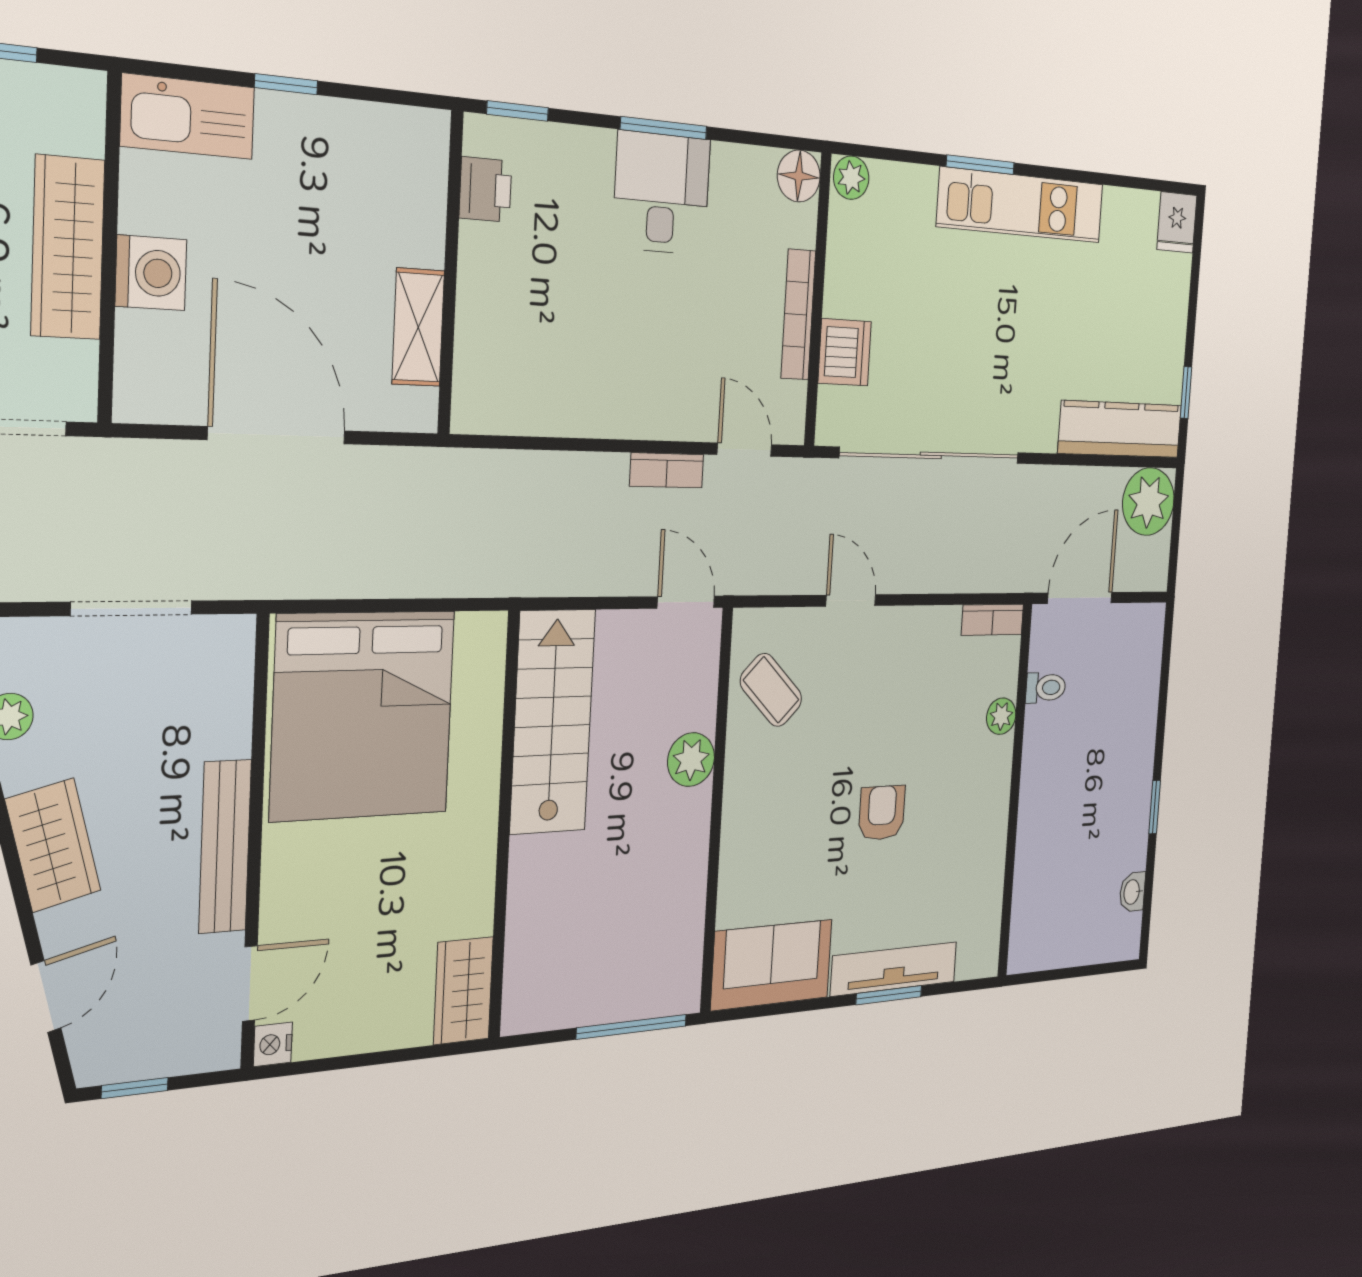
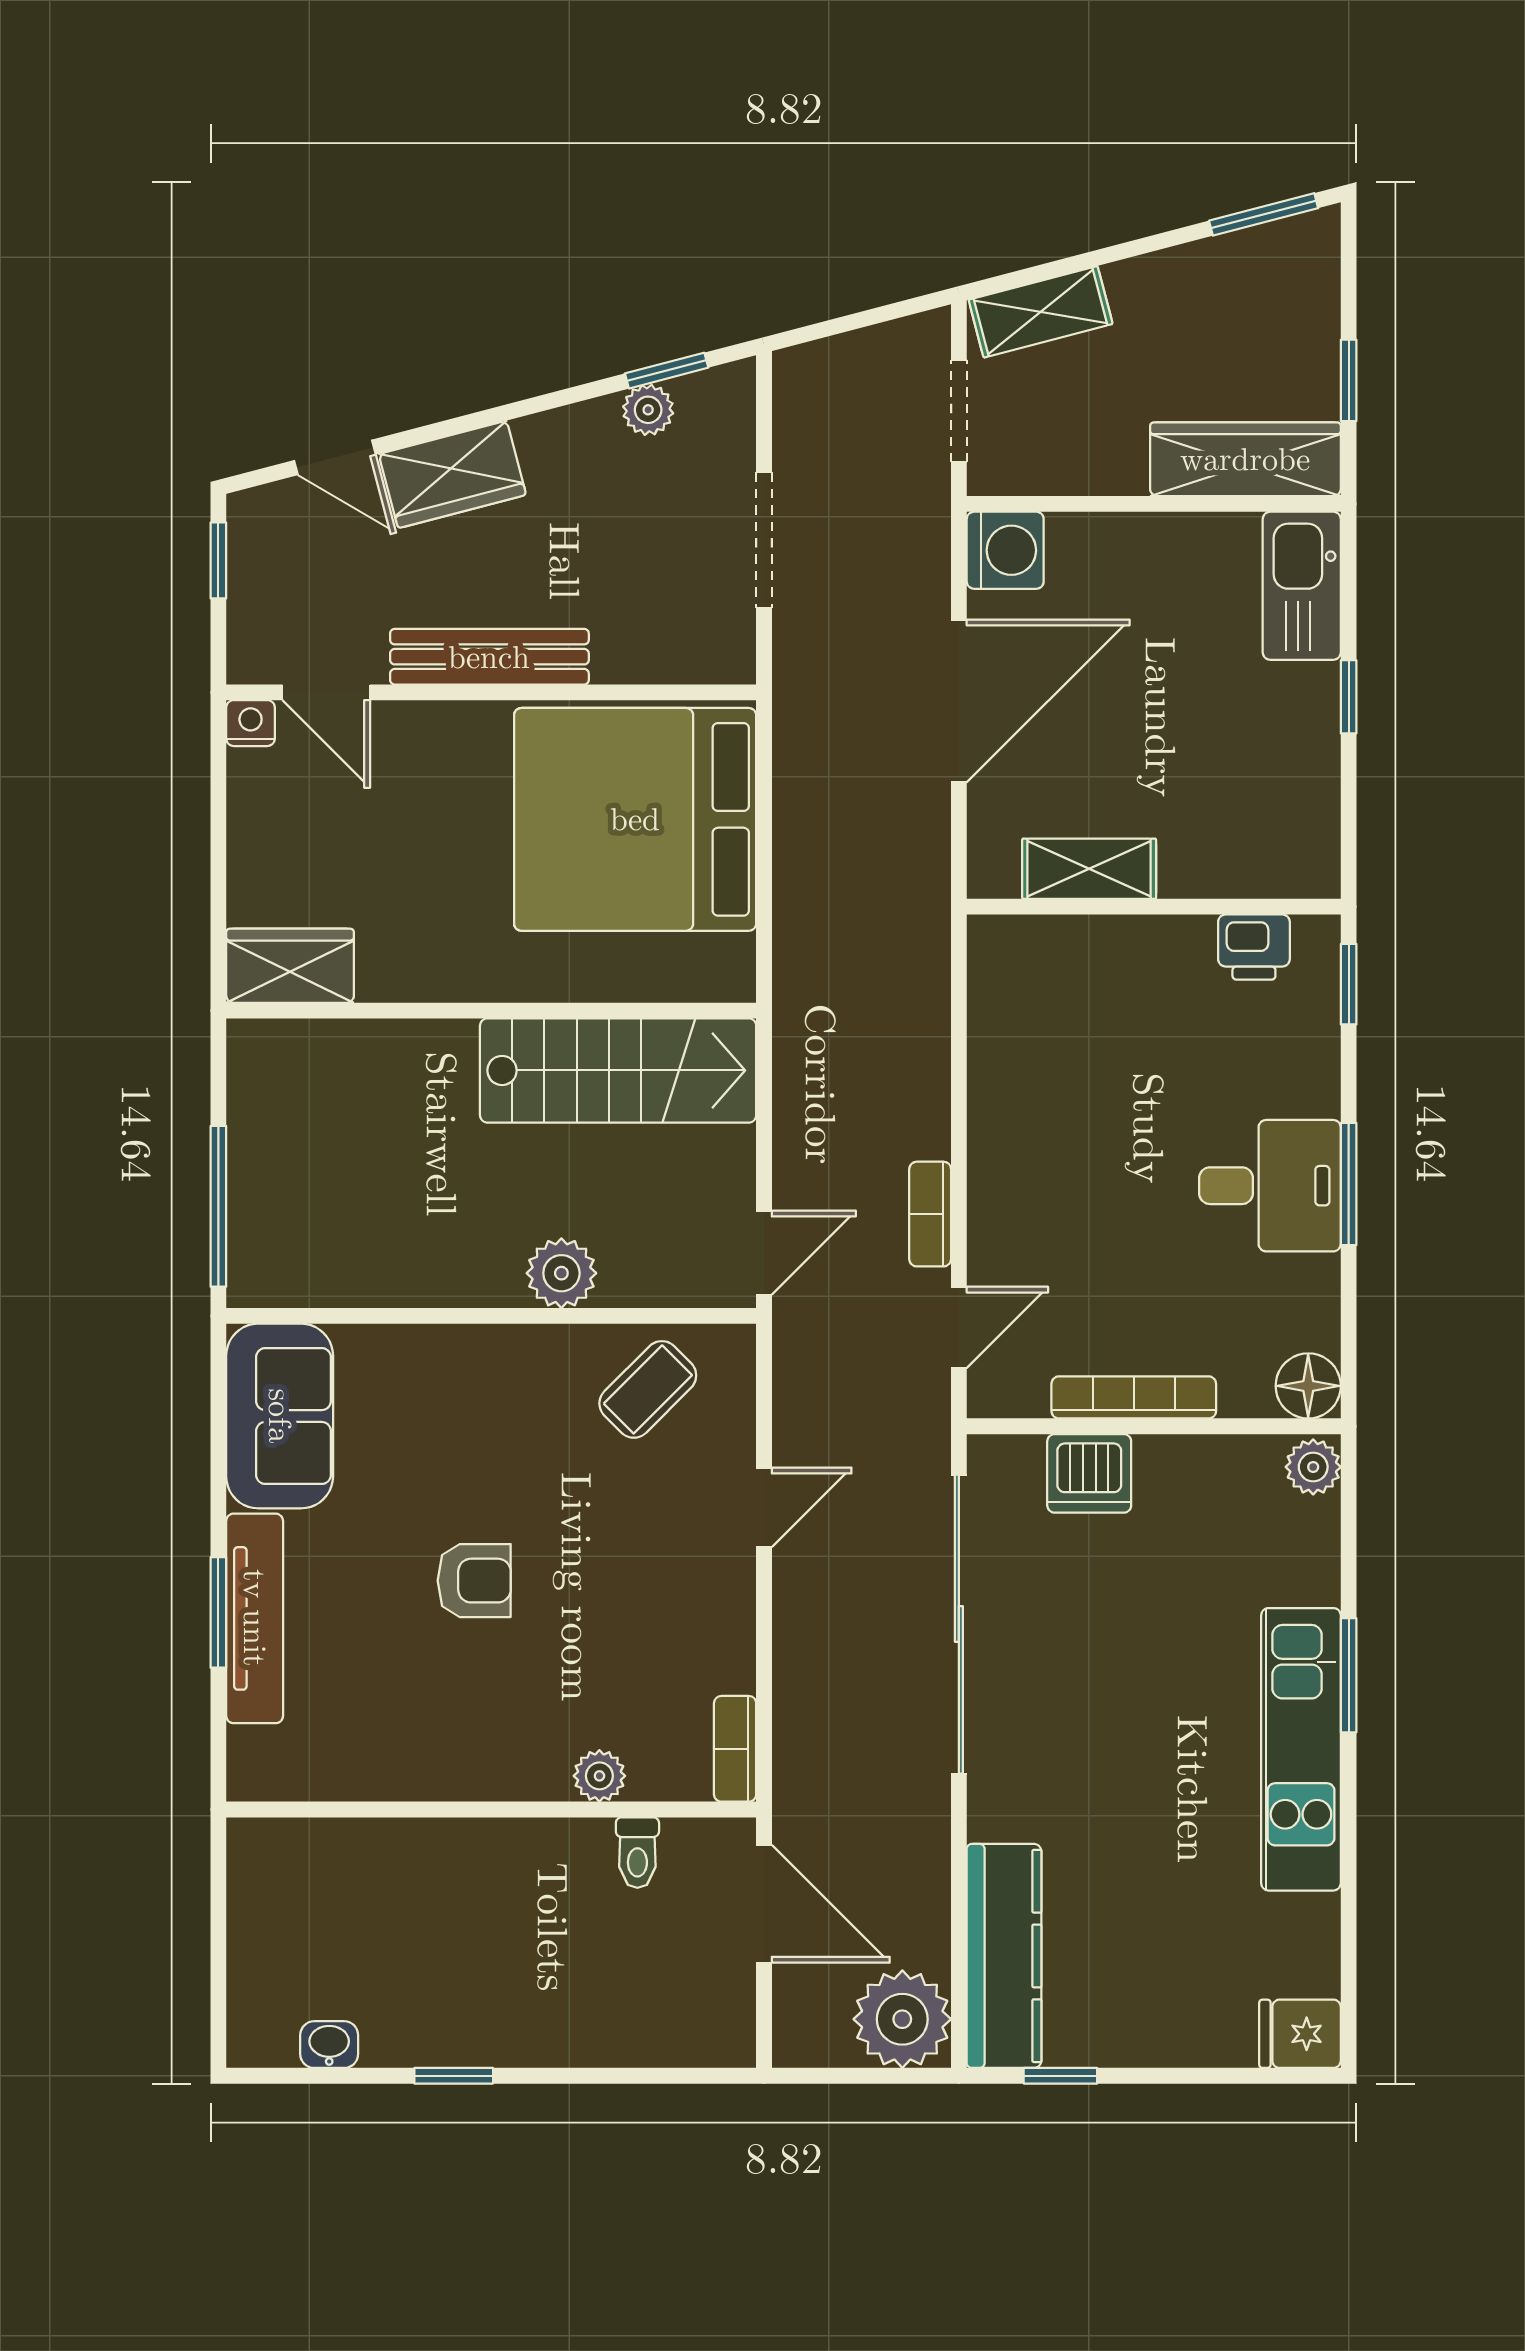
wardrobe: (68, 248) -> (1245, 459), moved
washing machine: (151, 273) -> (1005, 550), moved, turned -90
wardrobe: (53, 845) -> (452, 474), moved

